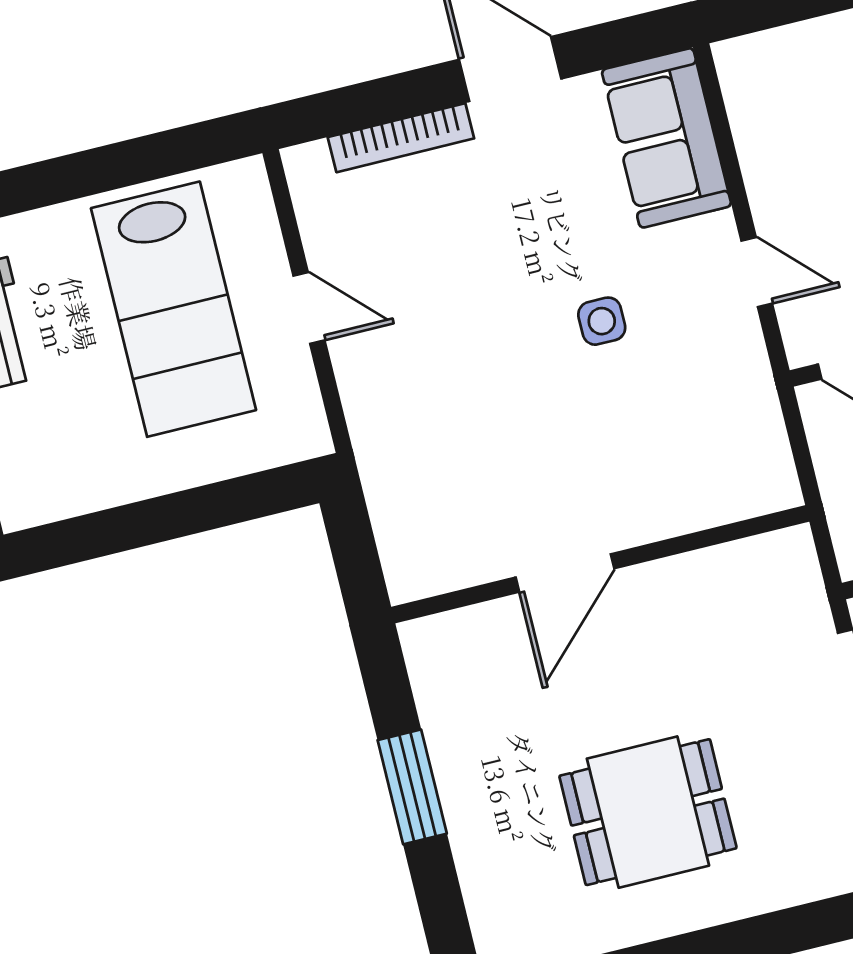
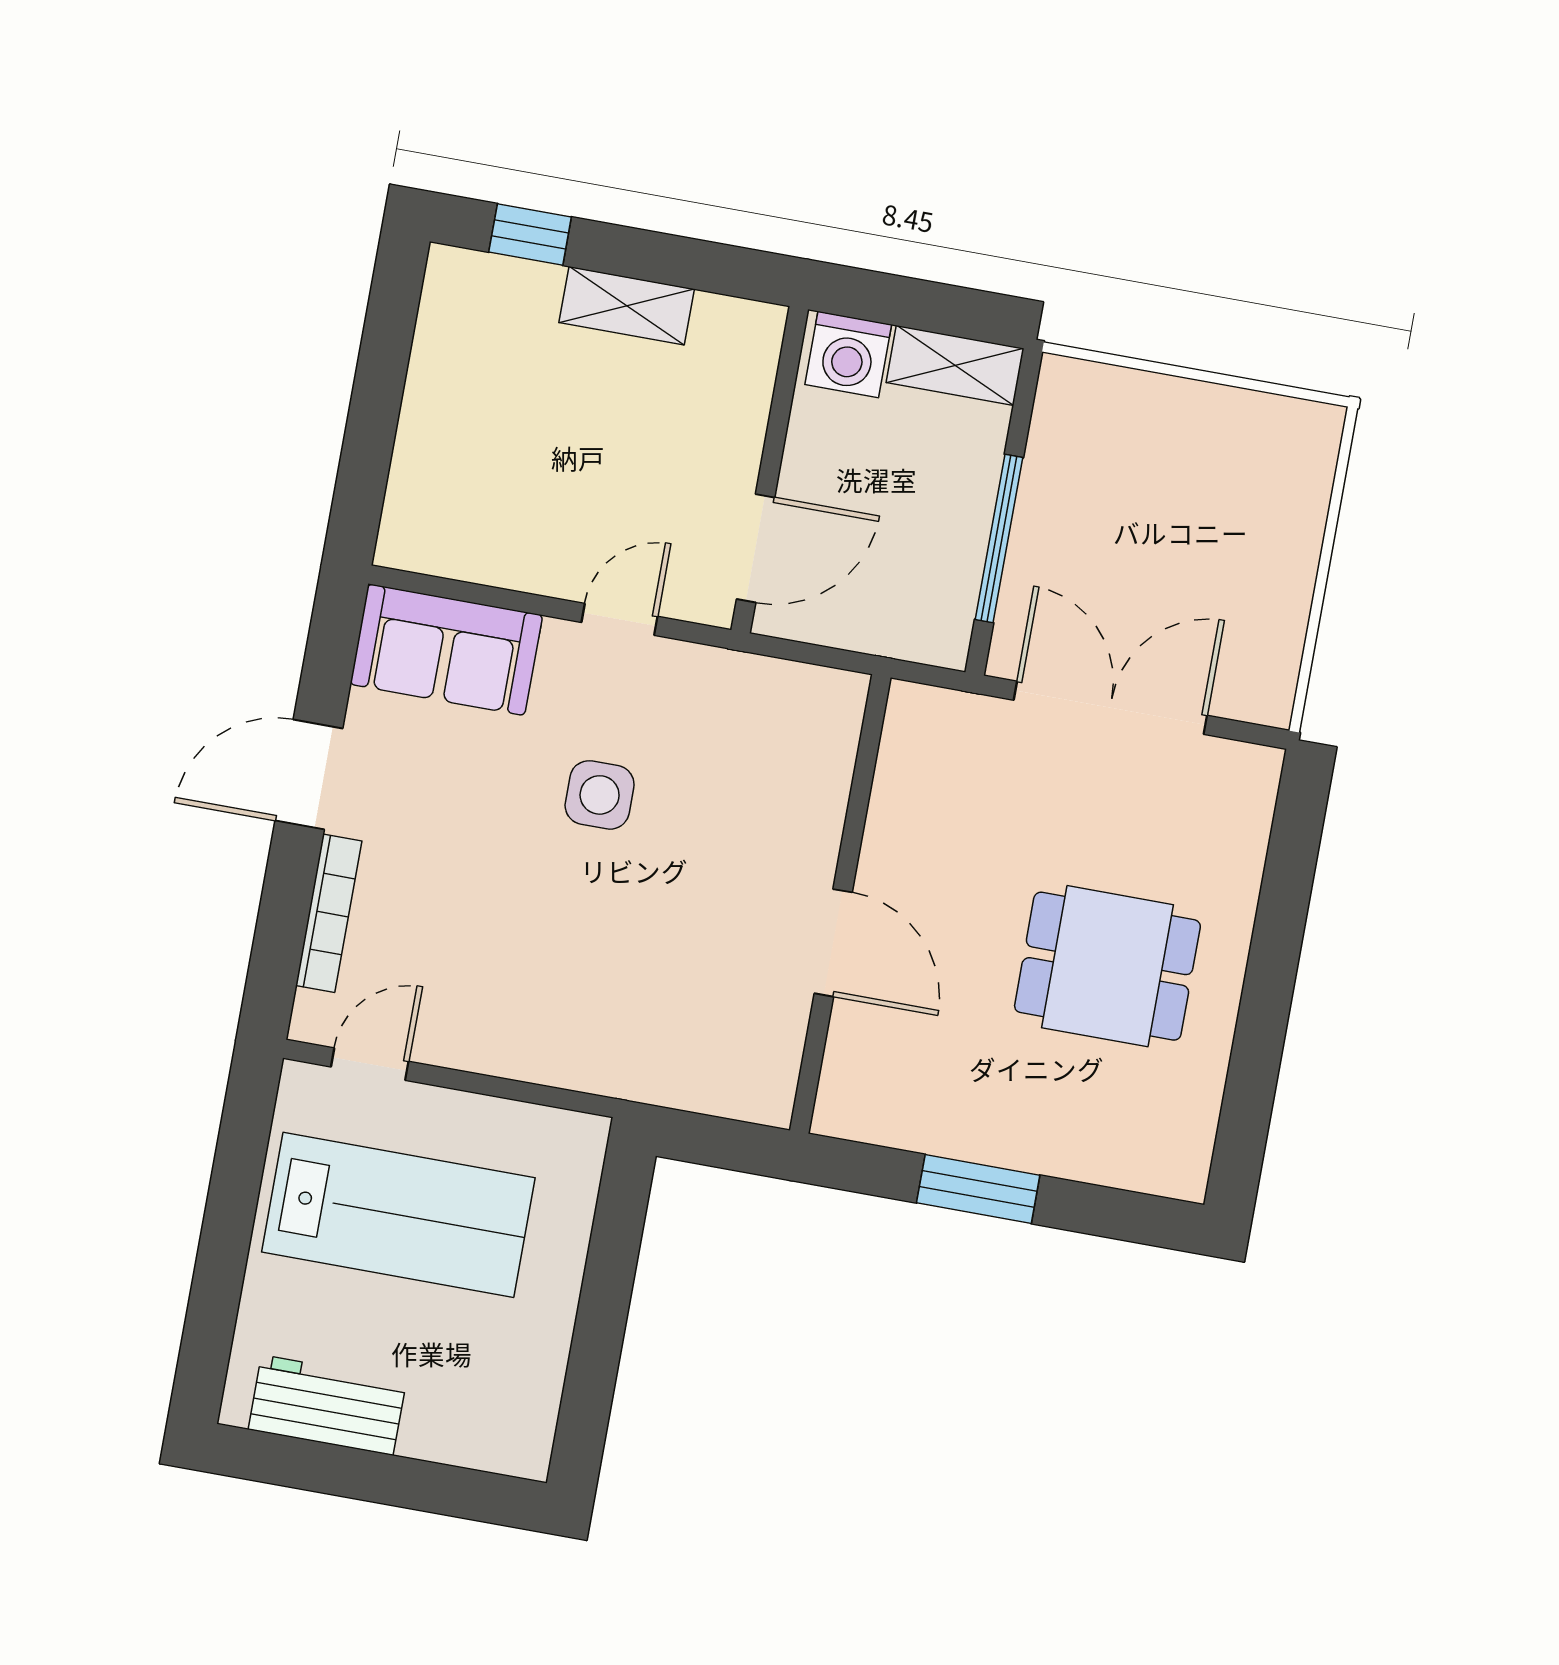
door: (309, 308) -> (370, 1064), moved
side table: (602, 321) -> (600, 795), width x1.37, depth x1.37
dining table: (648, 812) -> (1107, 966), turned 90

